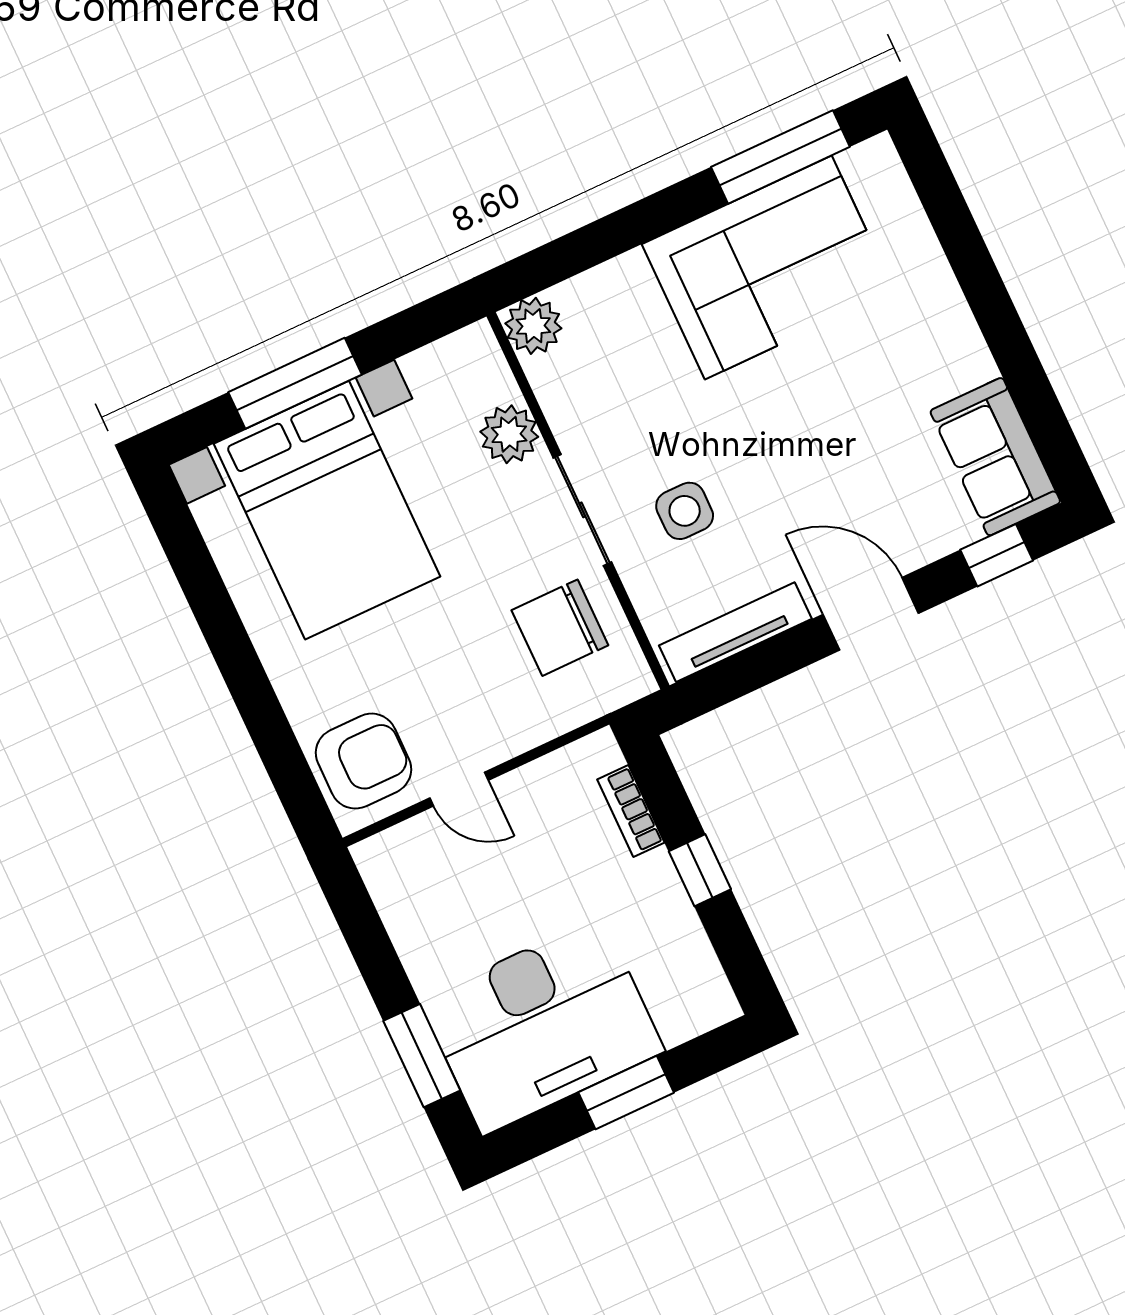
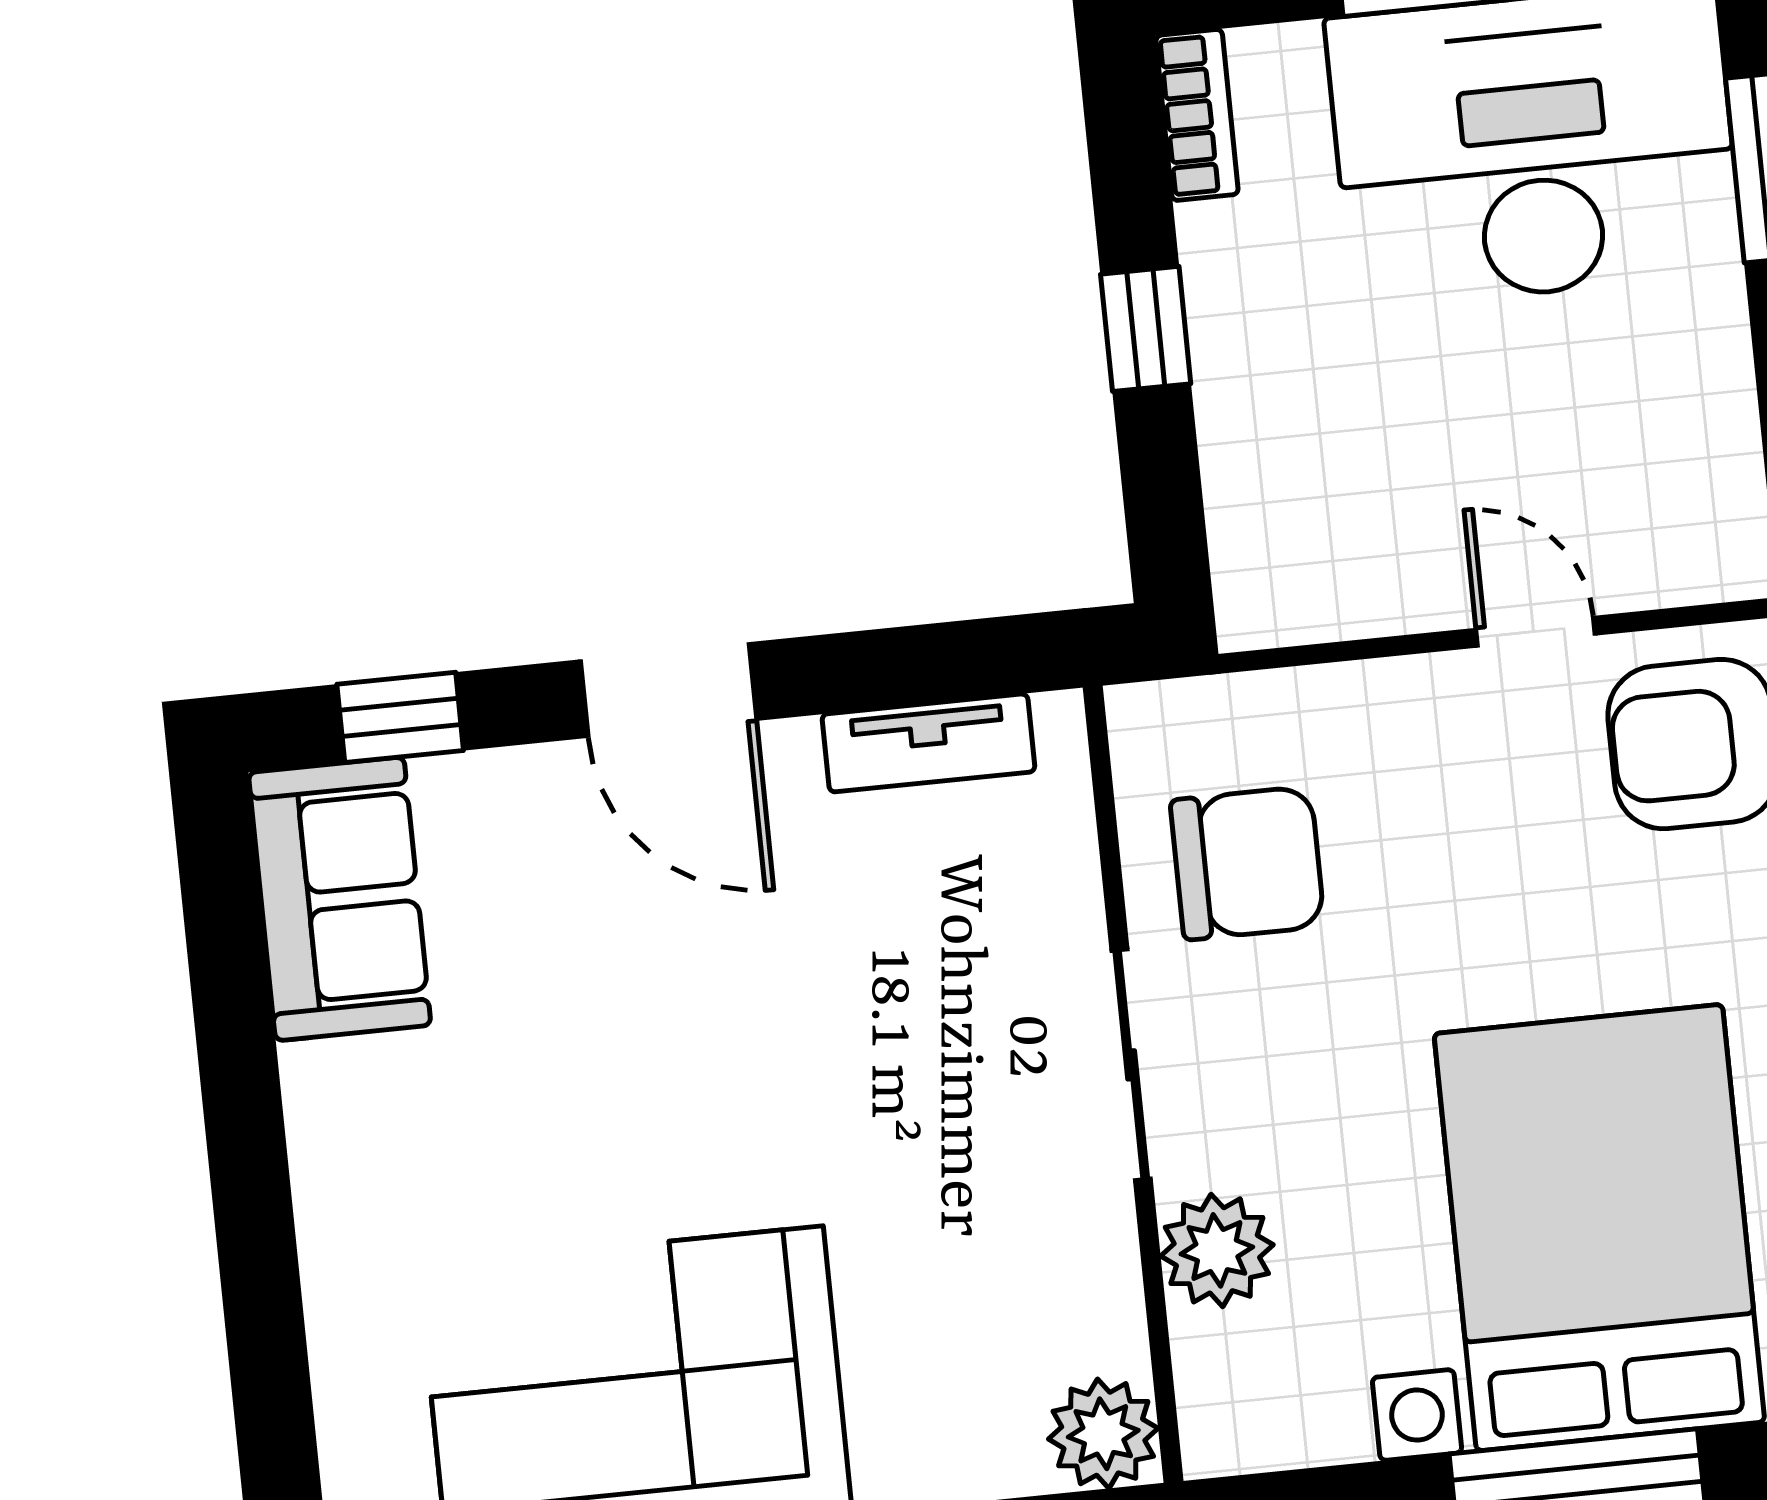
side table: (685, 511) -> (944, 998), removed
tv unit: (735, 632) -> (928, 743), width x0.71
bookcase: (631, 811) -> (1197, 115), moved

